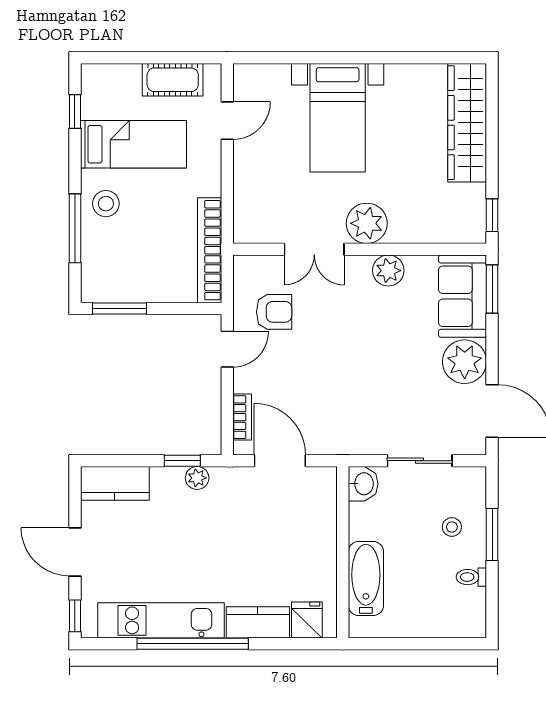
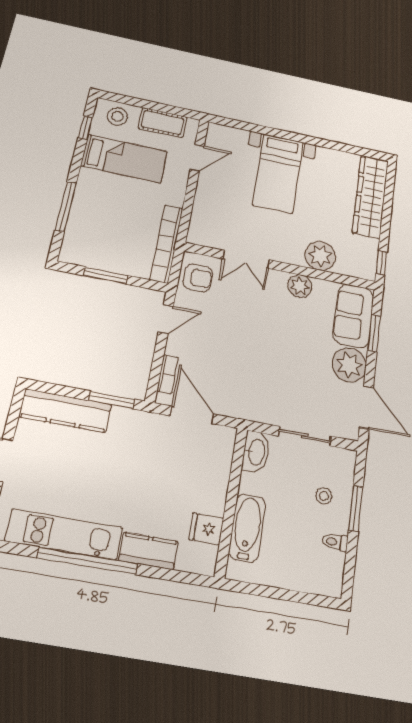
stool: (106, 204) -> (117, 117), moved
plant: (367, 223) -> (320, 256), moved
window: (492, 289) -> (374, 333), moved
window: (119, 308) -> (105, 275), moved
armchair: (274, 312) -> (198, 278), moved
window: (182, 461) -> (112, 400), width x1.50
plant: (197, 478) -> (121, 416), removed
kitchen counter: (115, 483) -> (65, 411), width x1.50
washbasin: (363, 484) -> (256, 452), width x1.38
fridge: (307, 620) -> (206, 529), moved, turned -90

